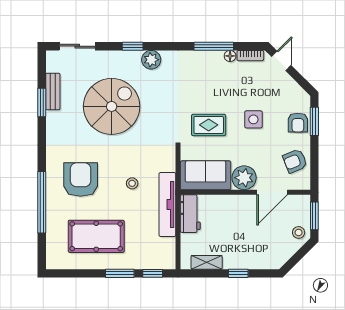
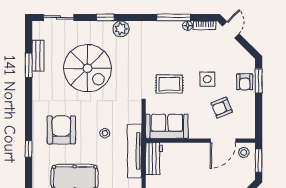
spiral stairs: (112, 106) -> (88, 68), turned 90
armchair: (295, 161) -> (222, 108), moved
plant: (244, 178) -> (199, 128), removed
window: (42, 202) -> (29, 149), width x0.32
stool: (299, 232) -> (244, 152), moved

